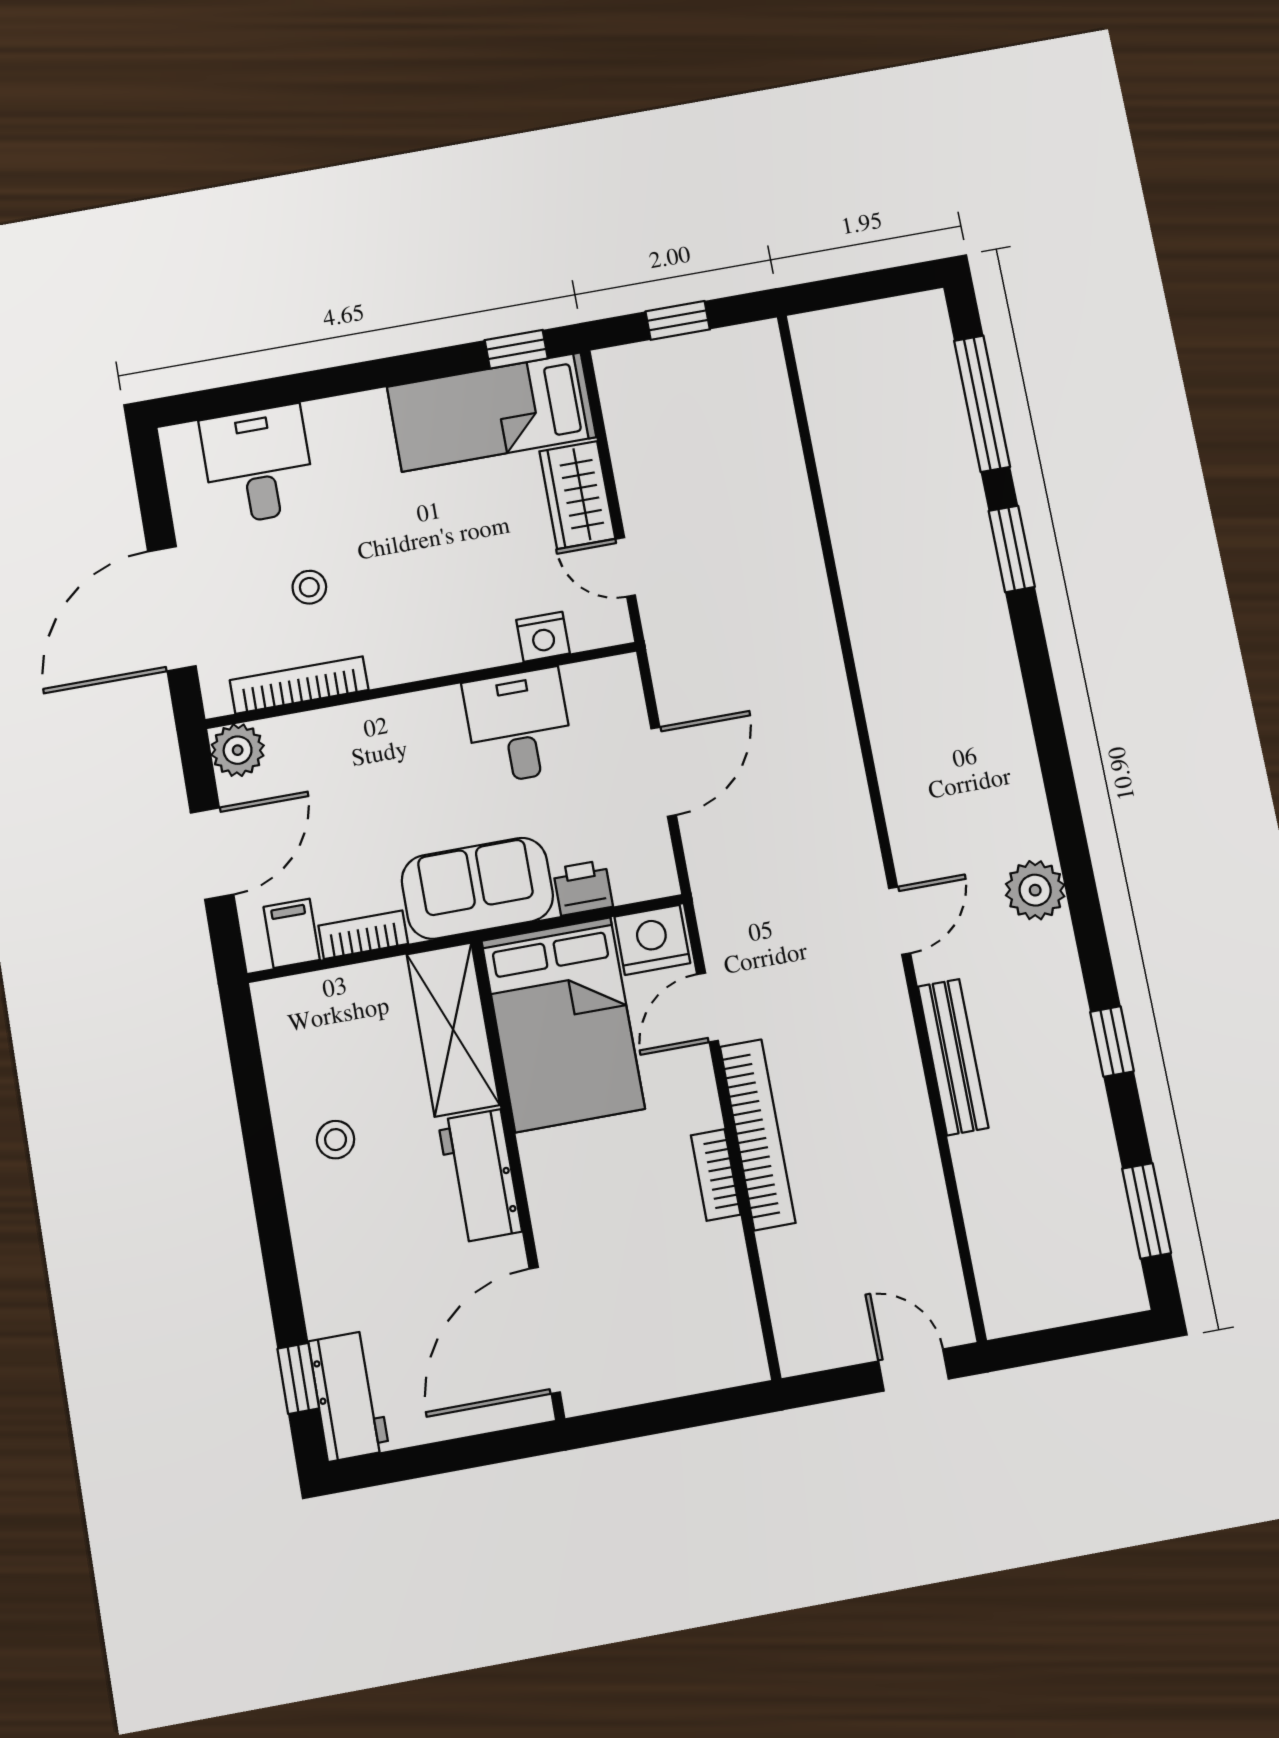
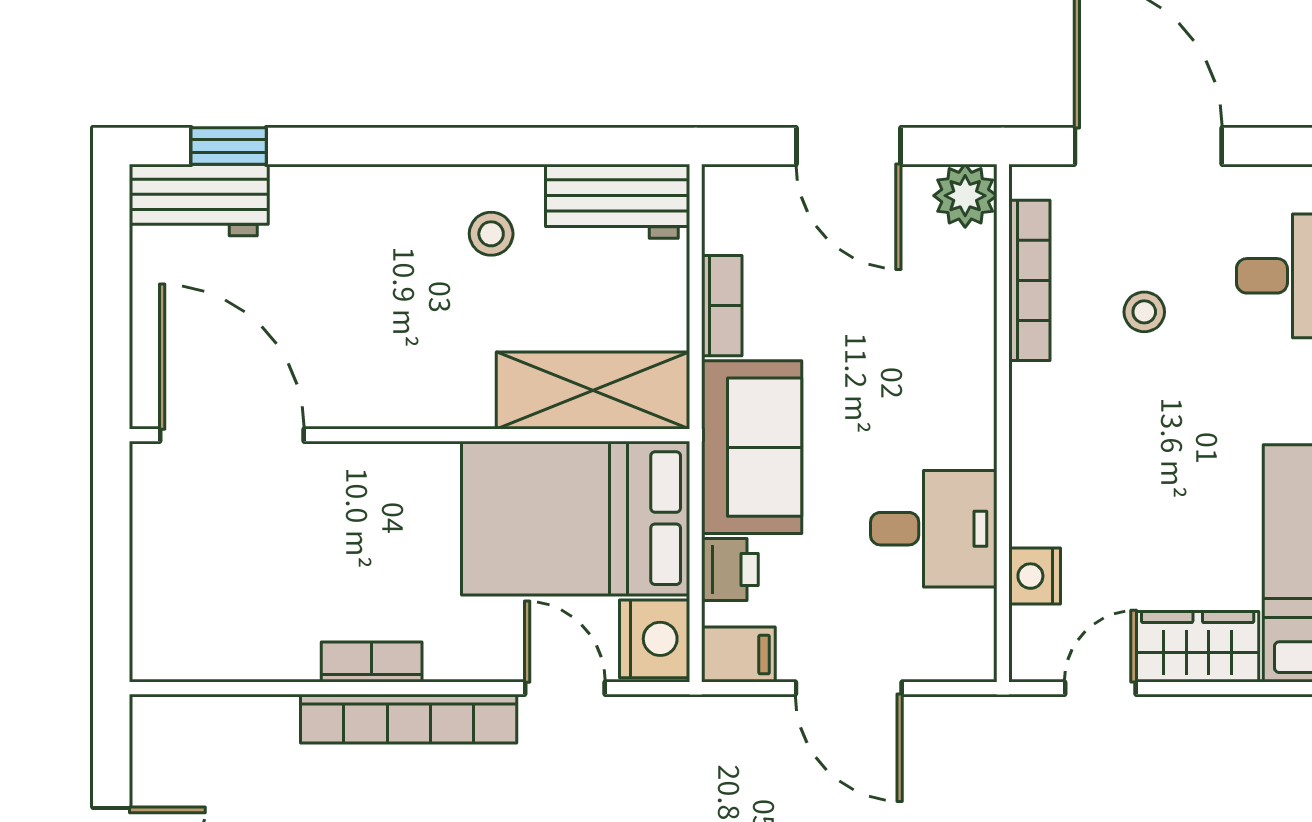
filing cabinet: (292, 933) -> (738, 655), moved
workbench: (480, 1176) -> (618, 201), moved, turned 180

